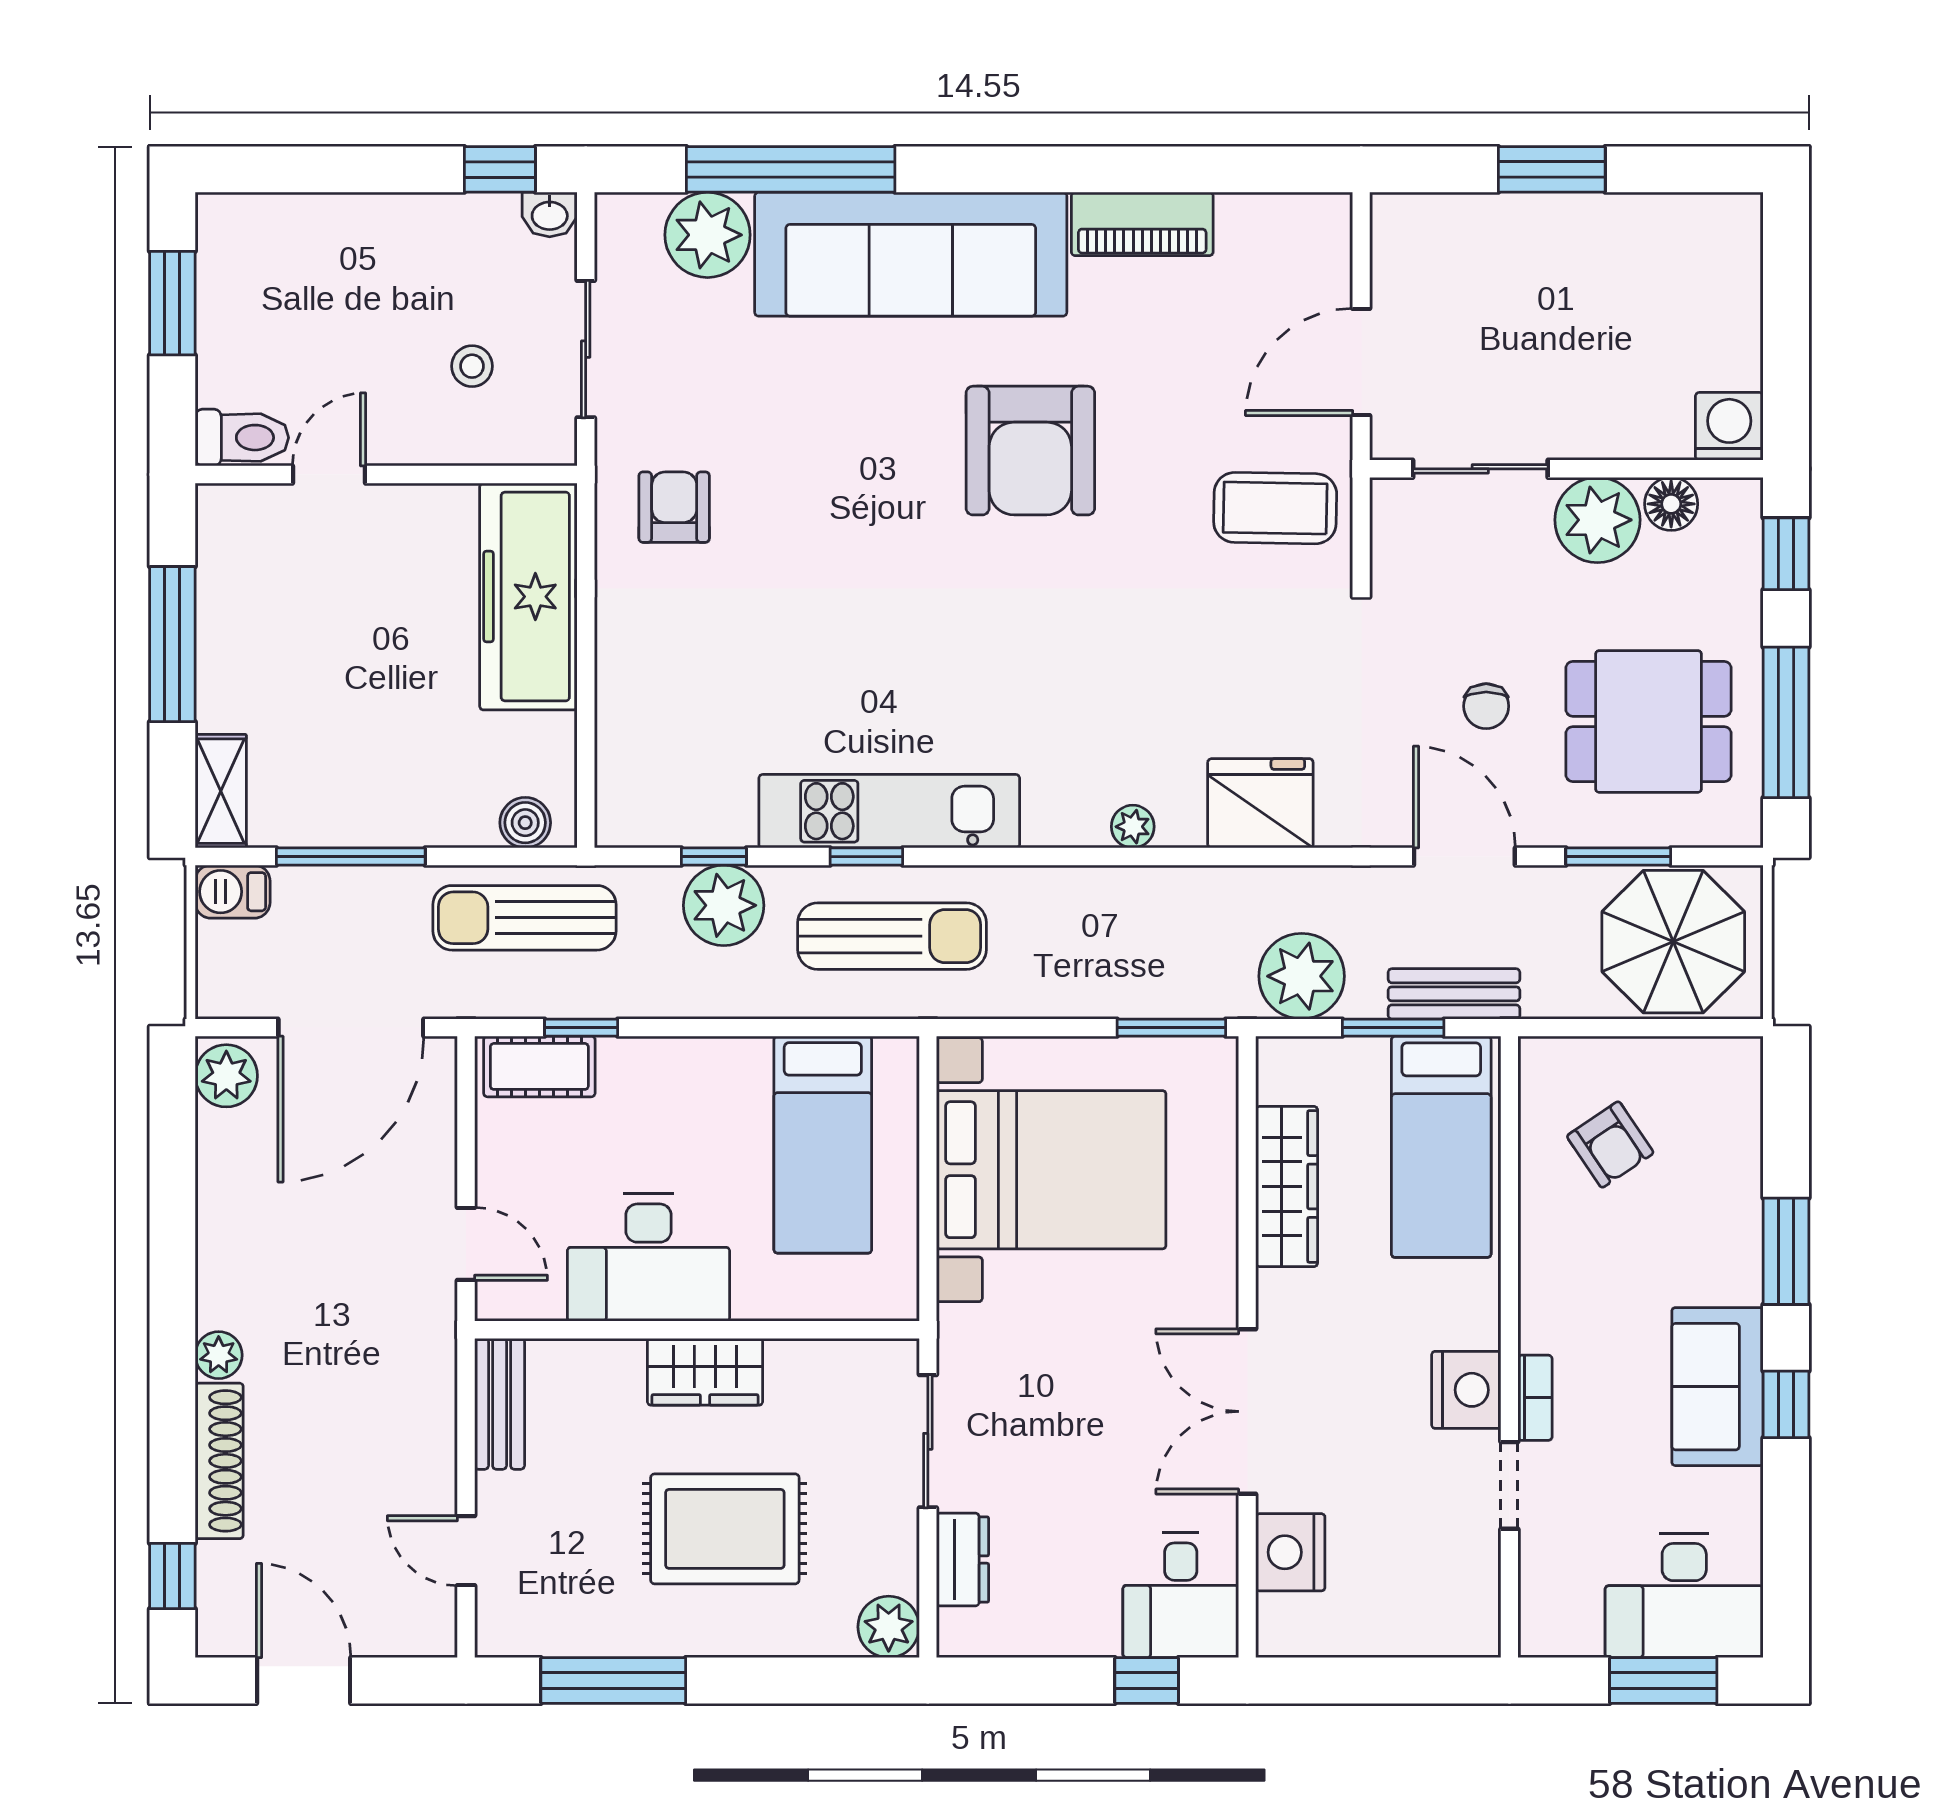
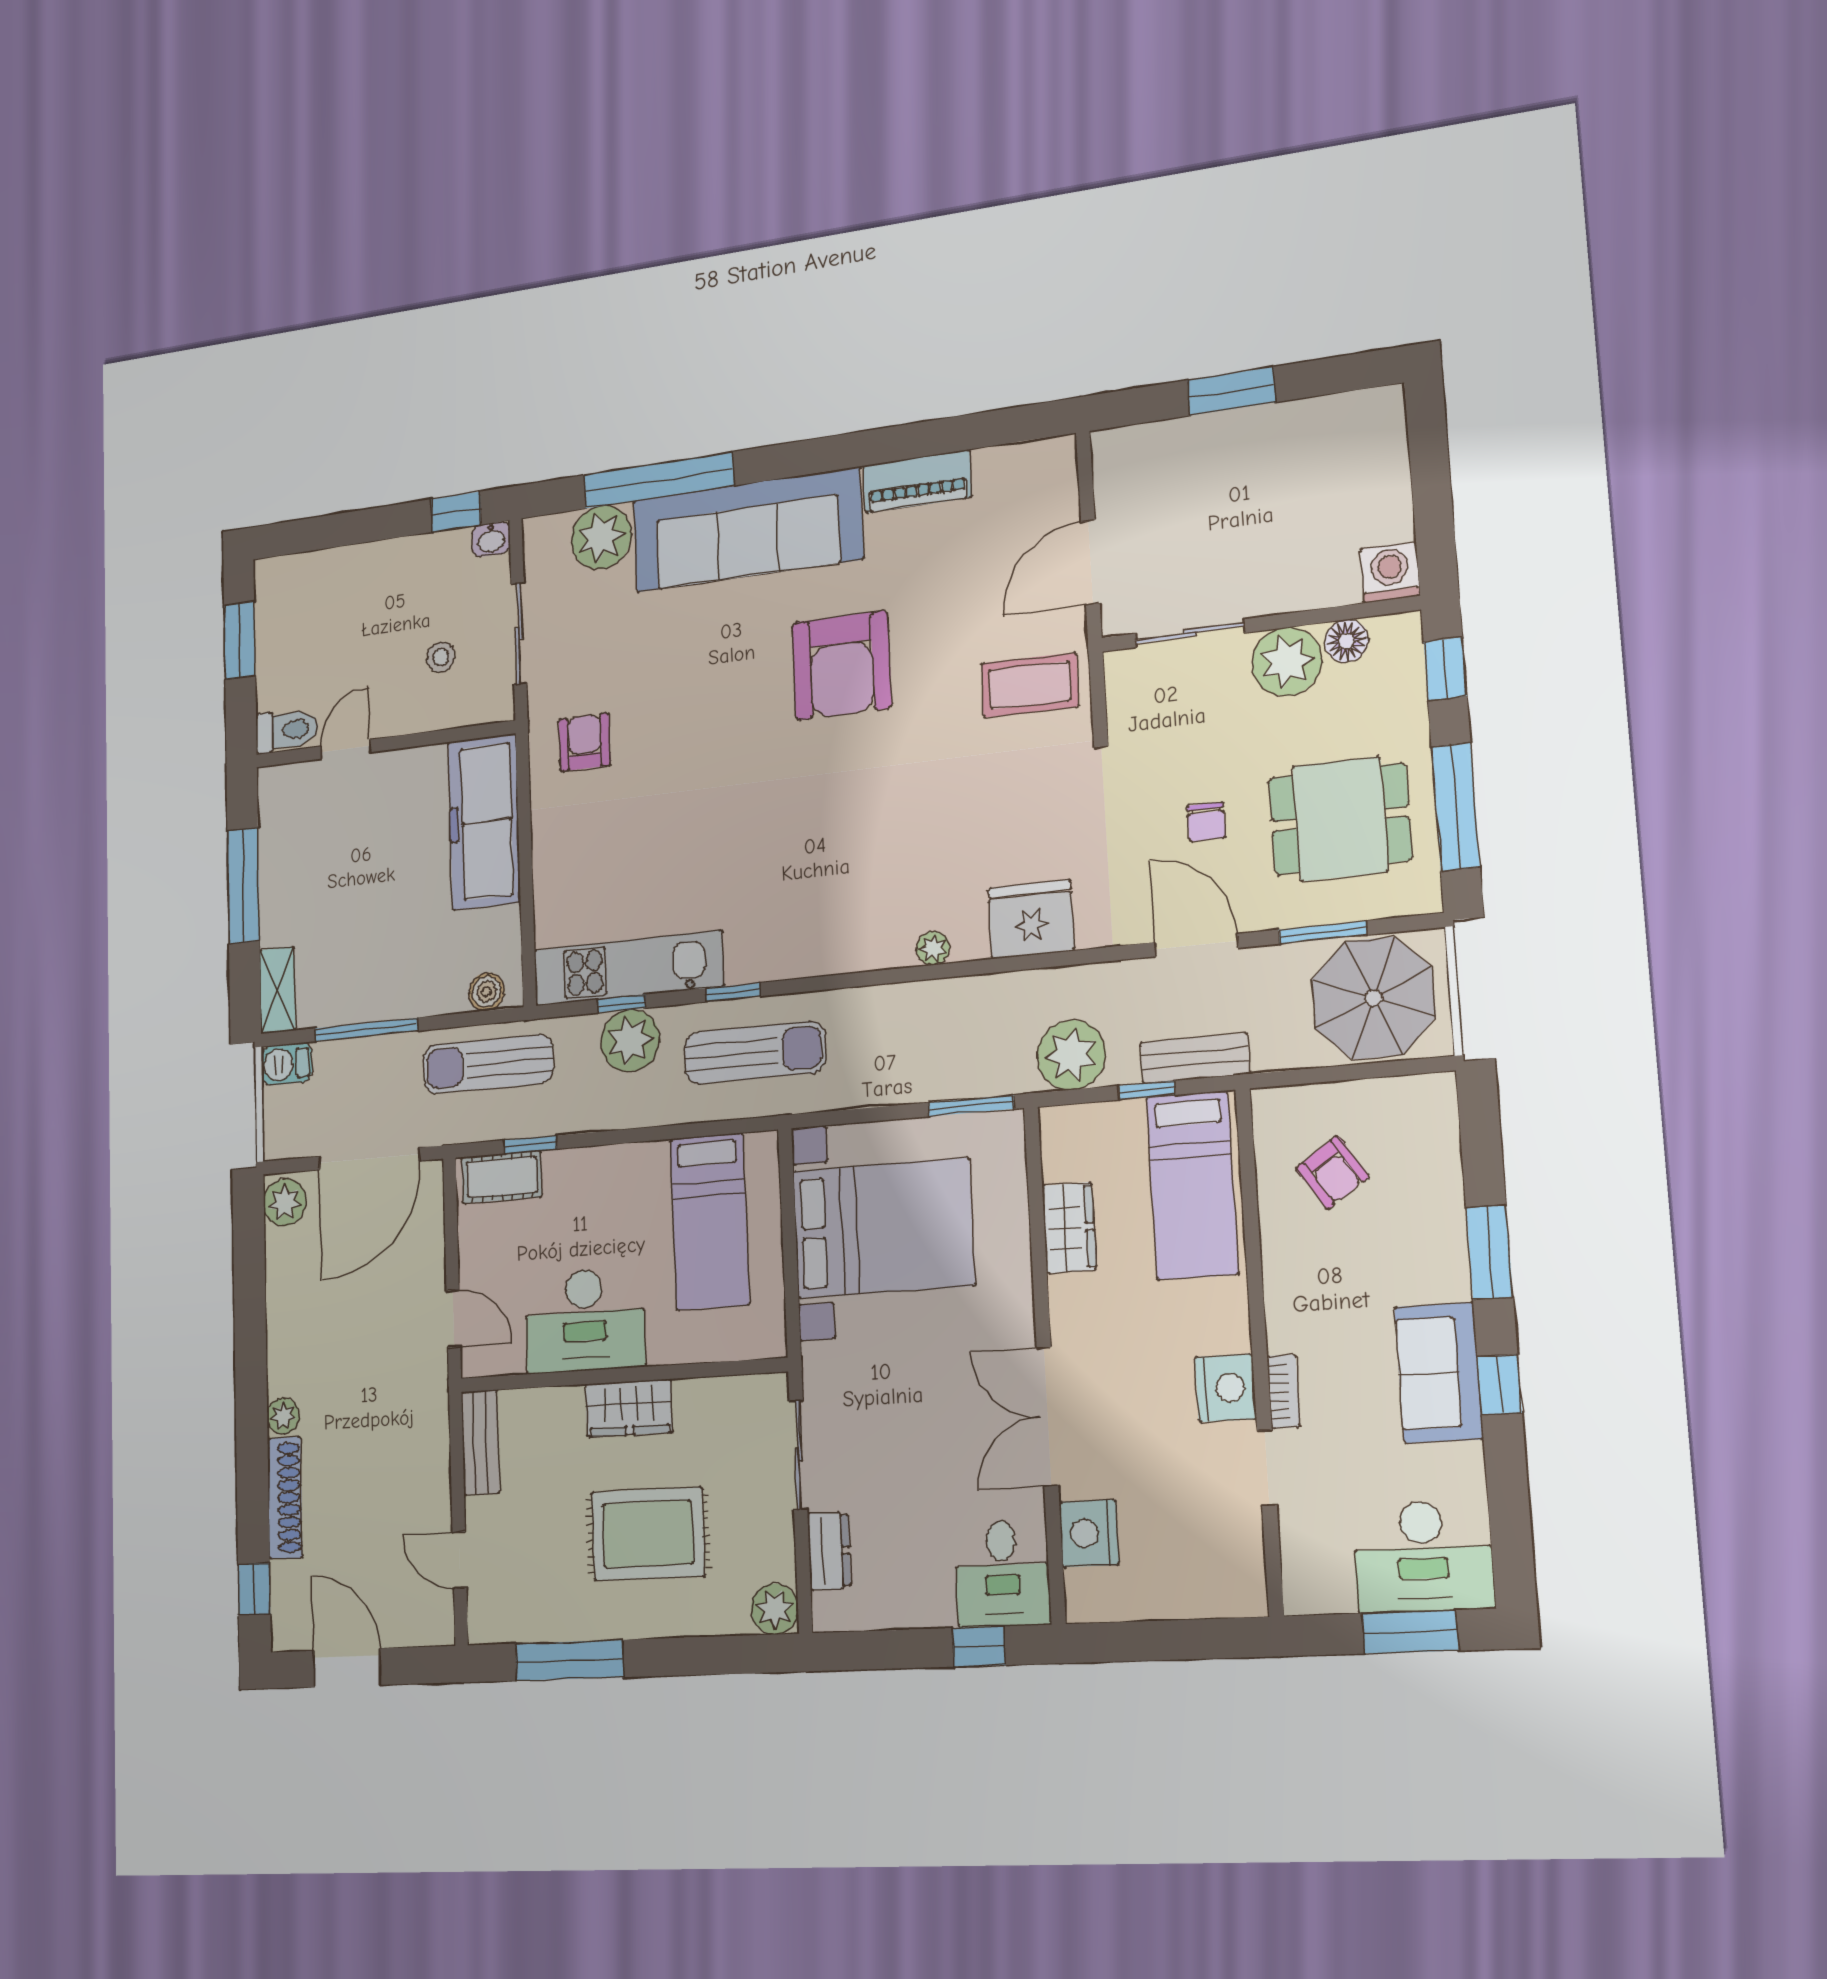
kitchen unit: (889, 811) -> (628, 968), moved
window: (1393, 1028) -> (1147, 1090), width x0.67
wardrobe: (1287, 1186) -> (1069, 1228), width x0.67

